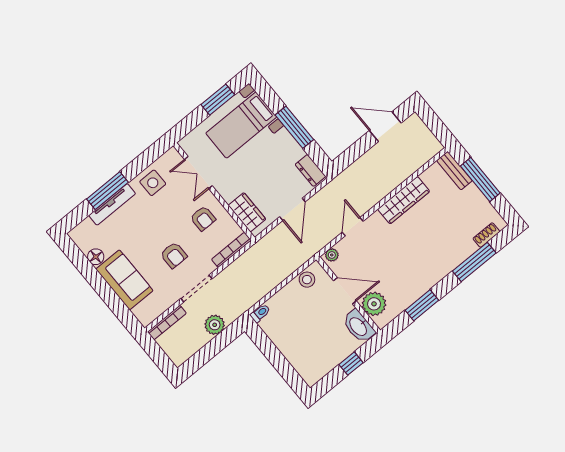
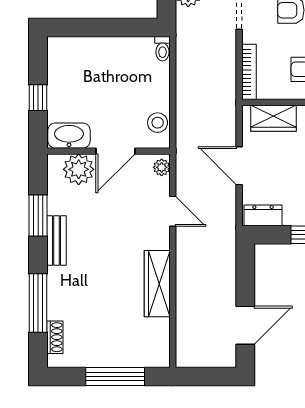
bench: (454, 171) -> (56, 241), moved, turned 90

